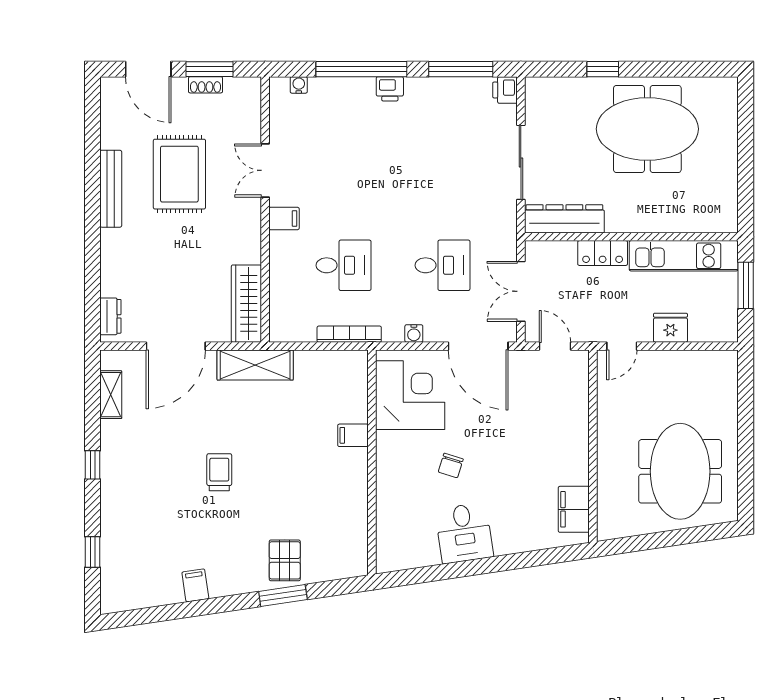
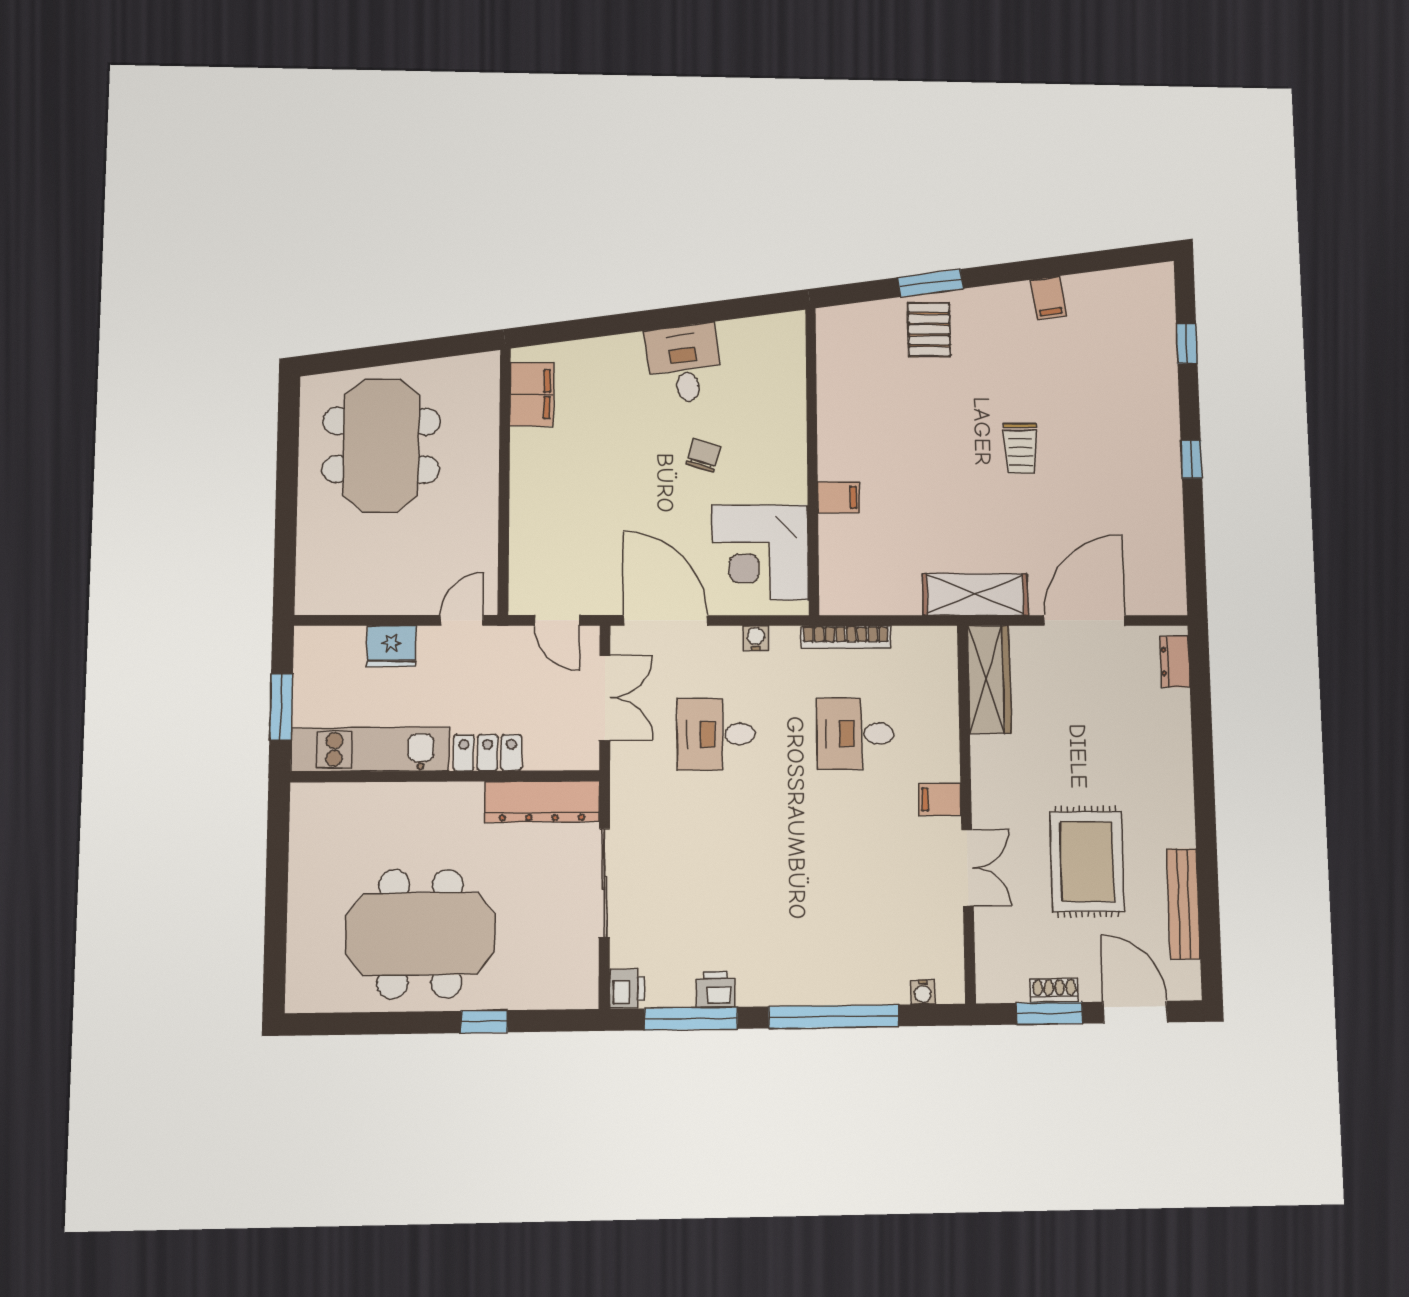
printer: (390, 89) -> (716, 989), moved
bench: (111, 189) -> (1183, 904), moved
shelving: (111, 395) -> (1170, 554), removed

